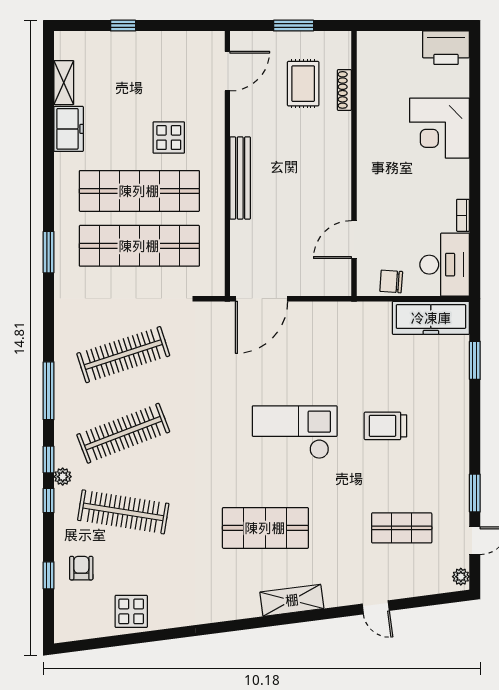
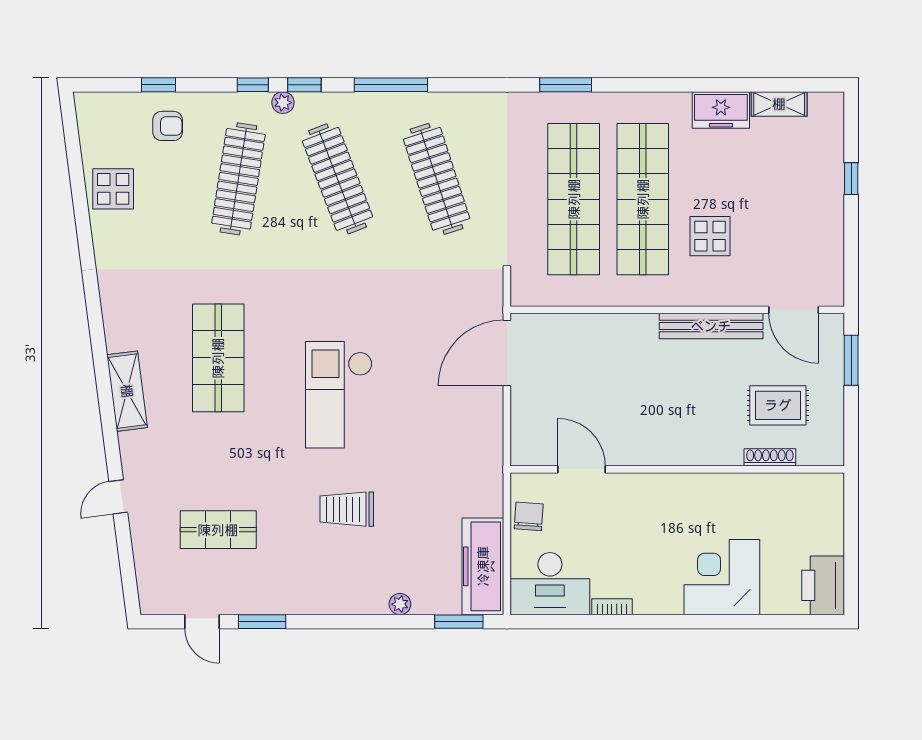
window: (294, 26) -> (851, 360), moved
bench: (240, 178) -> (711, 326), moved
door: (262, 299) -> (507, 353), hinge flipped
window: (475, 360) -> (459, 622), moved
trolley: (385, 426) -> (347, 509), turned -90
checkout: (295, 432) -> (339, 395), turned 180
shop shelf: (402, 528) -> (218, 530), turned 90
plant: (461, 577) -> (400, 604), moved

